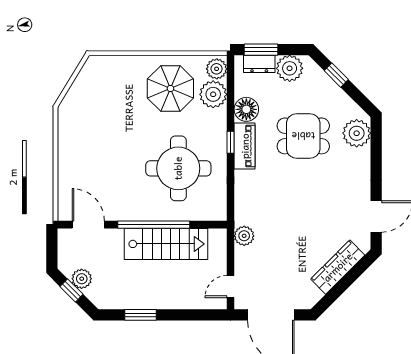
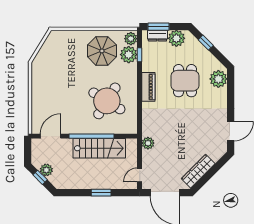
floor lamp: (246, 109) -> (149, 64), removed
dining table: (303, 136) -> (185, 81), turned 90
window: (231, 142) -> (140, 55), moved
round table: (178, 168) -> (107, 101), turned 32
door: (88, 225) -> (51, 136), hinge flipped
wardrobe: (338, 267) -> (198, 171), moved
window: (140, 315) -> (101, 193), moved

